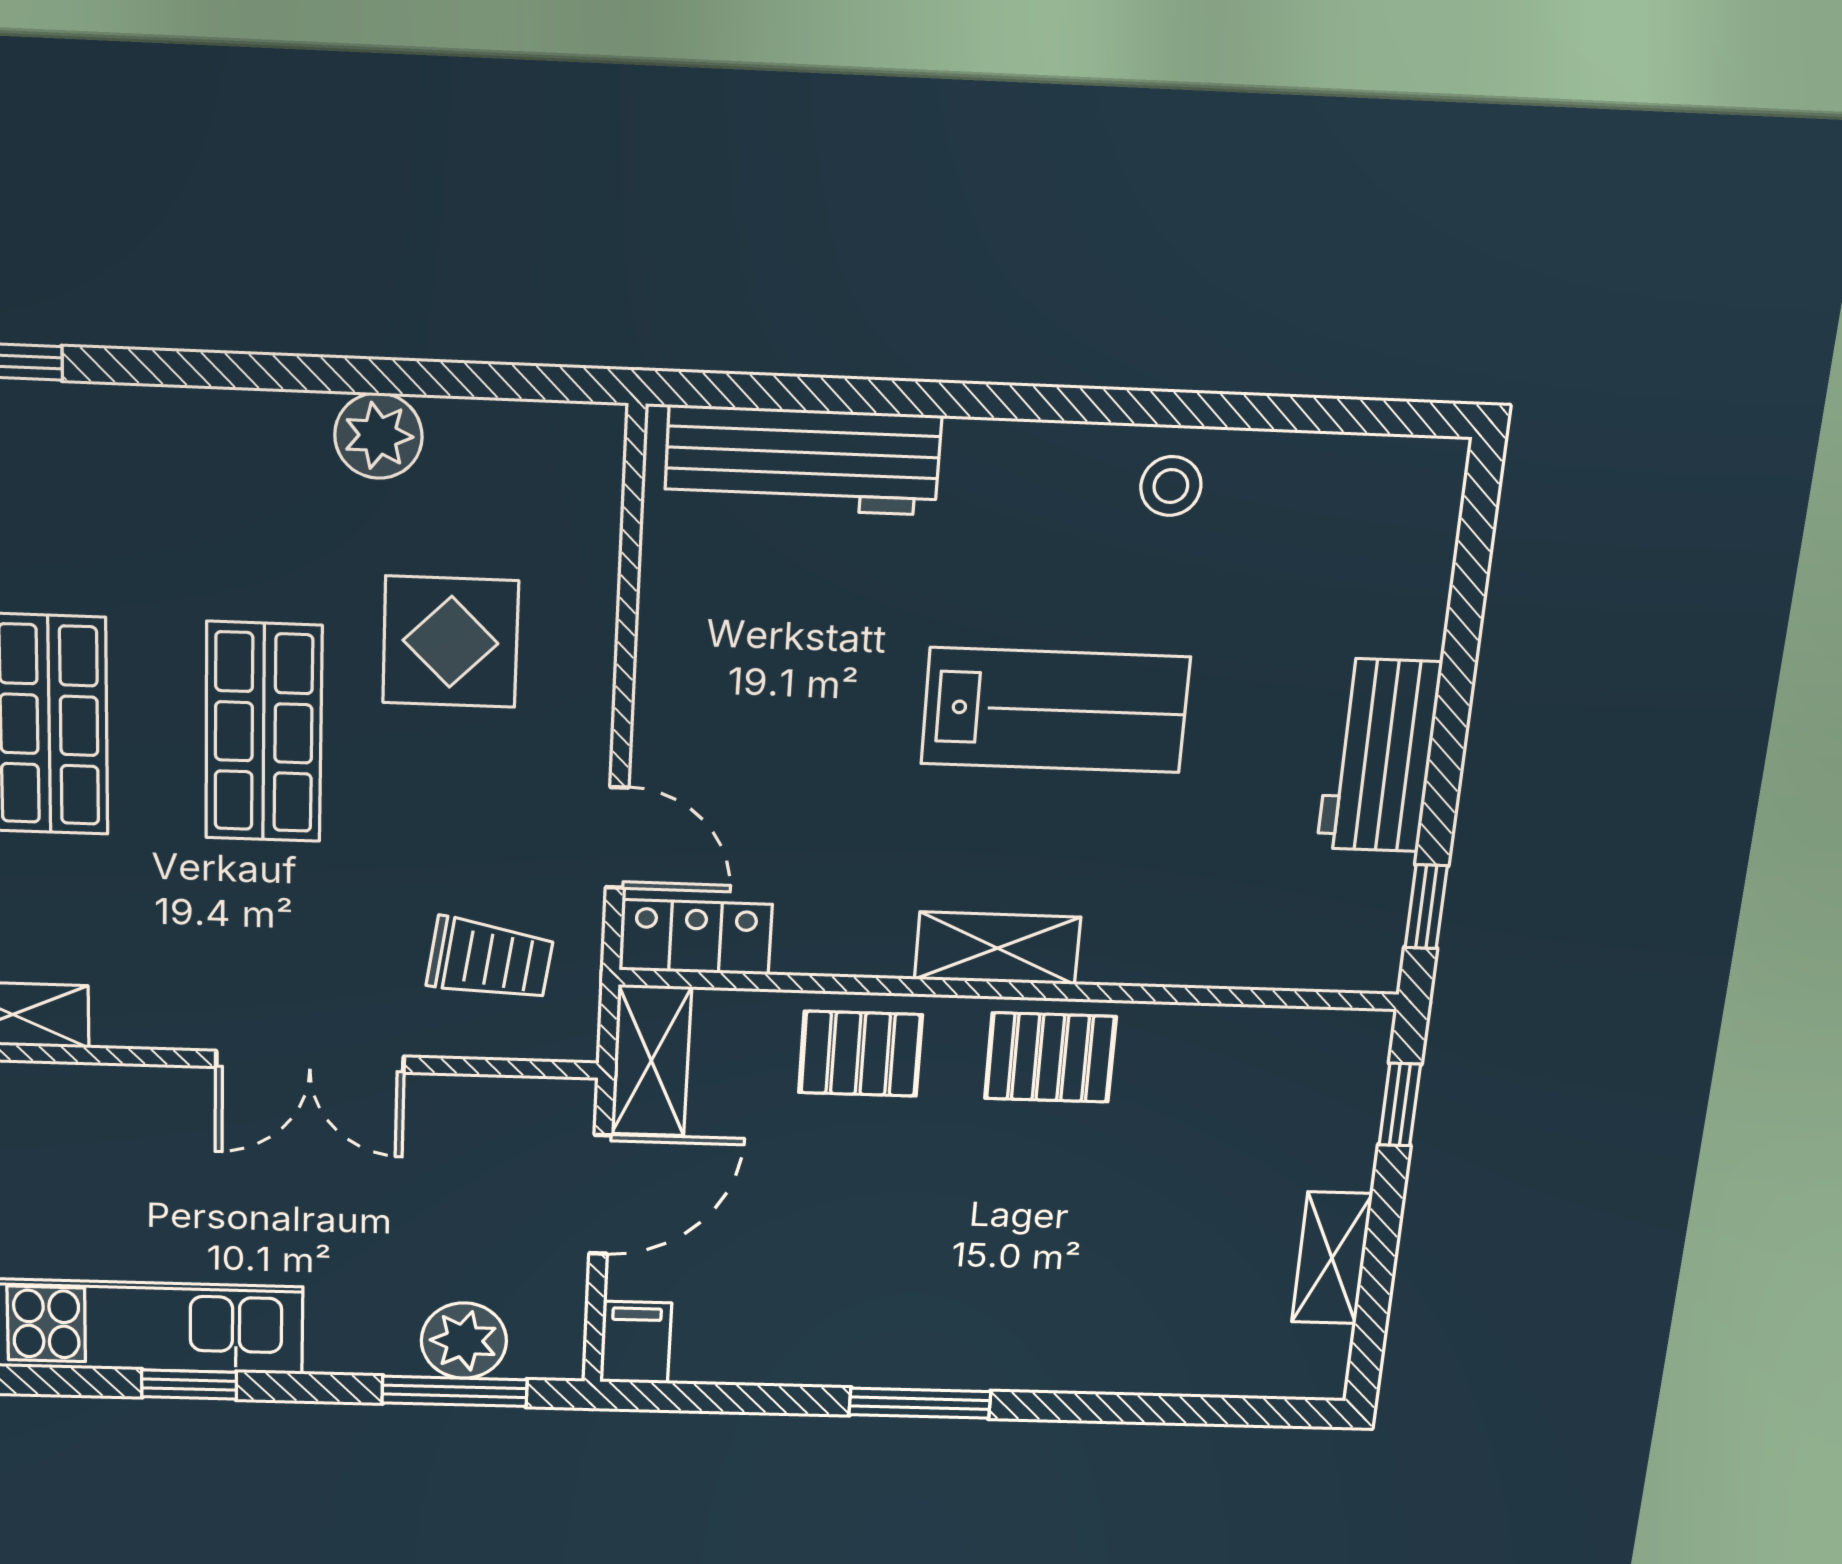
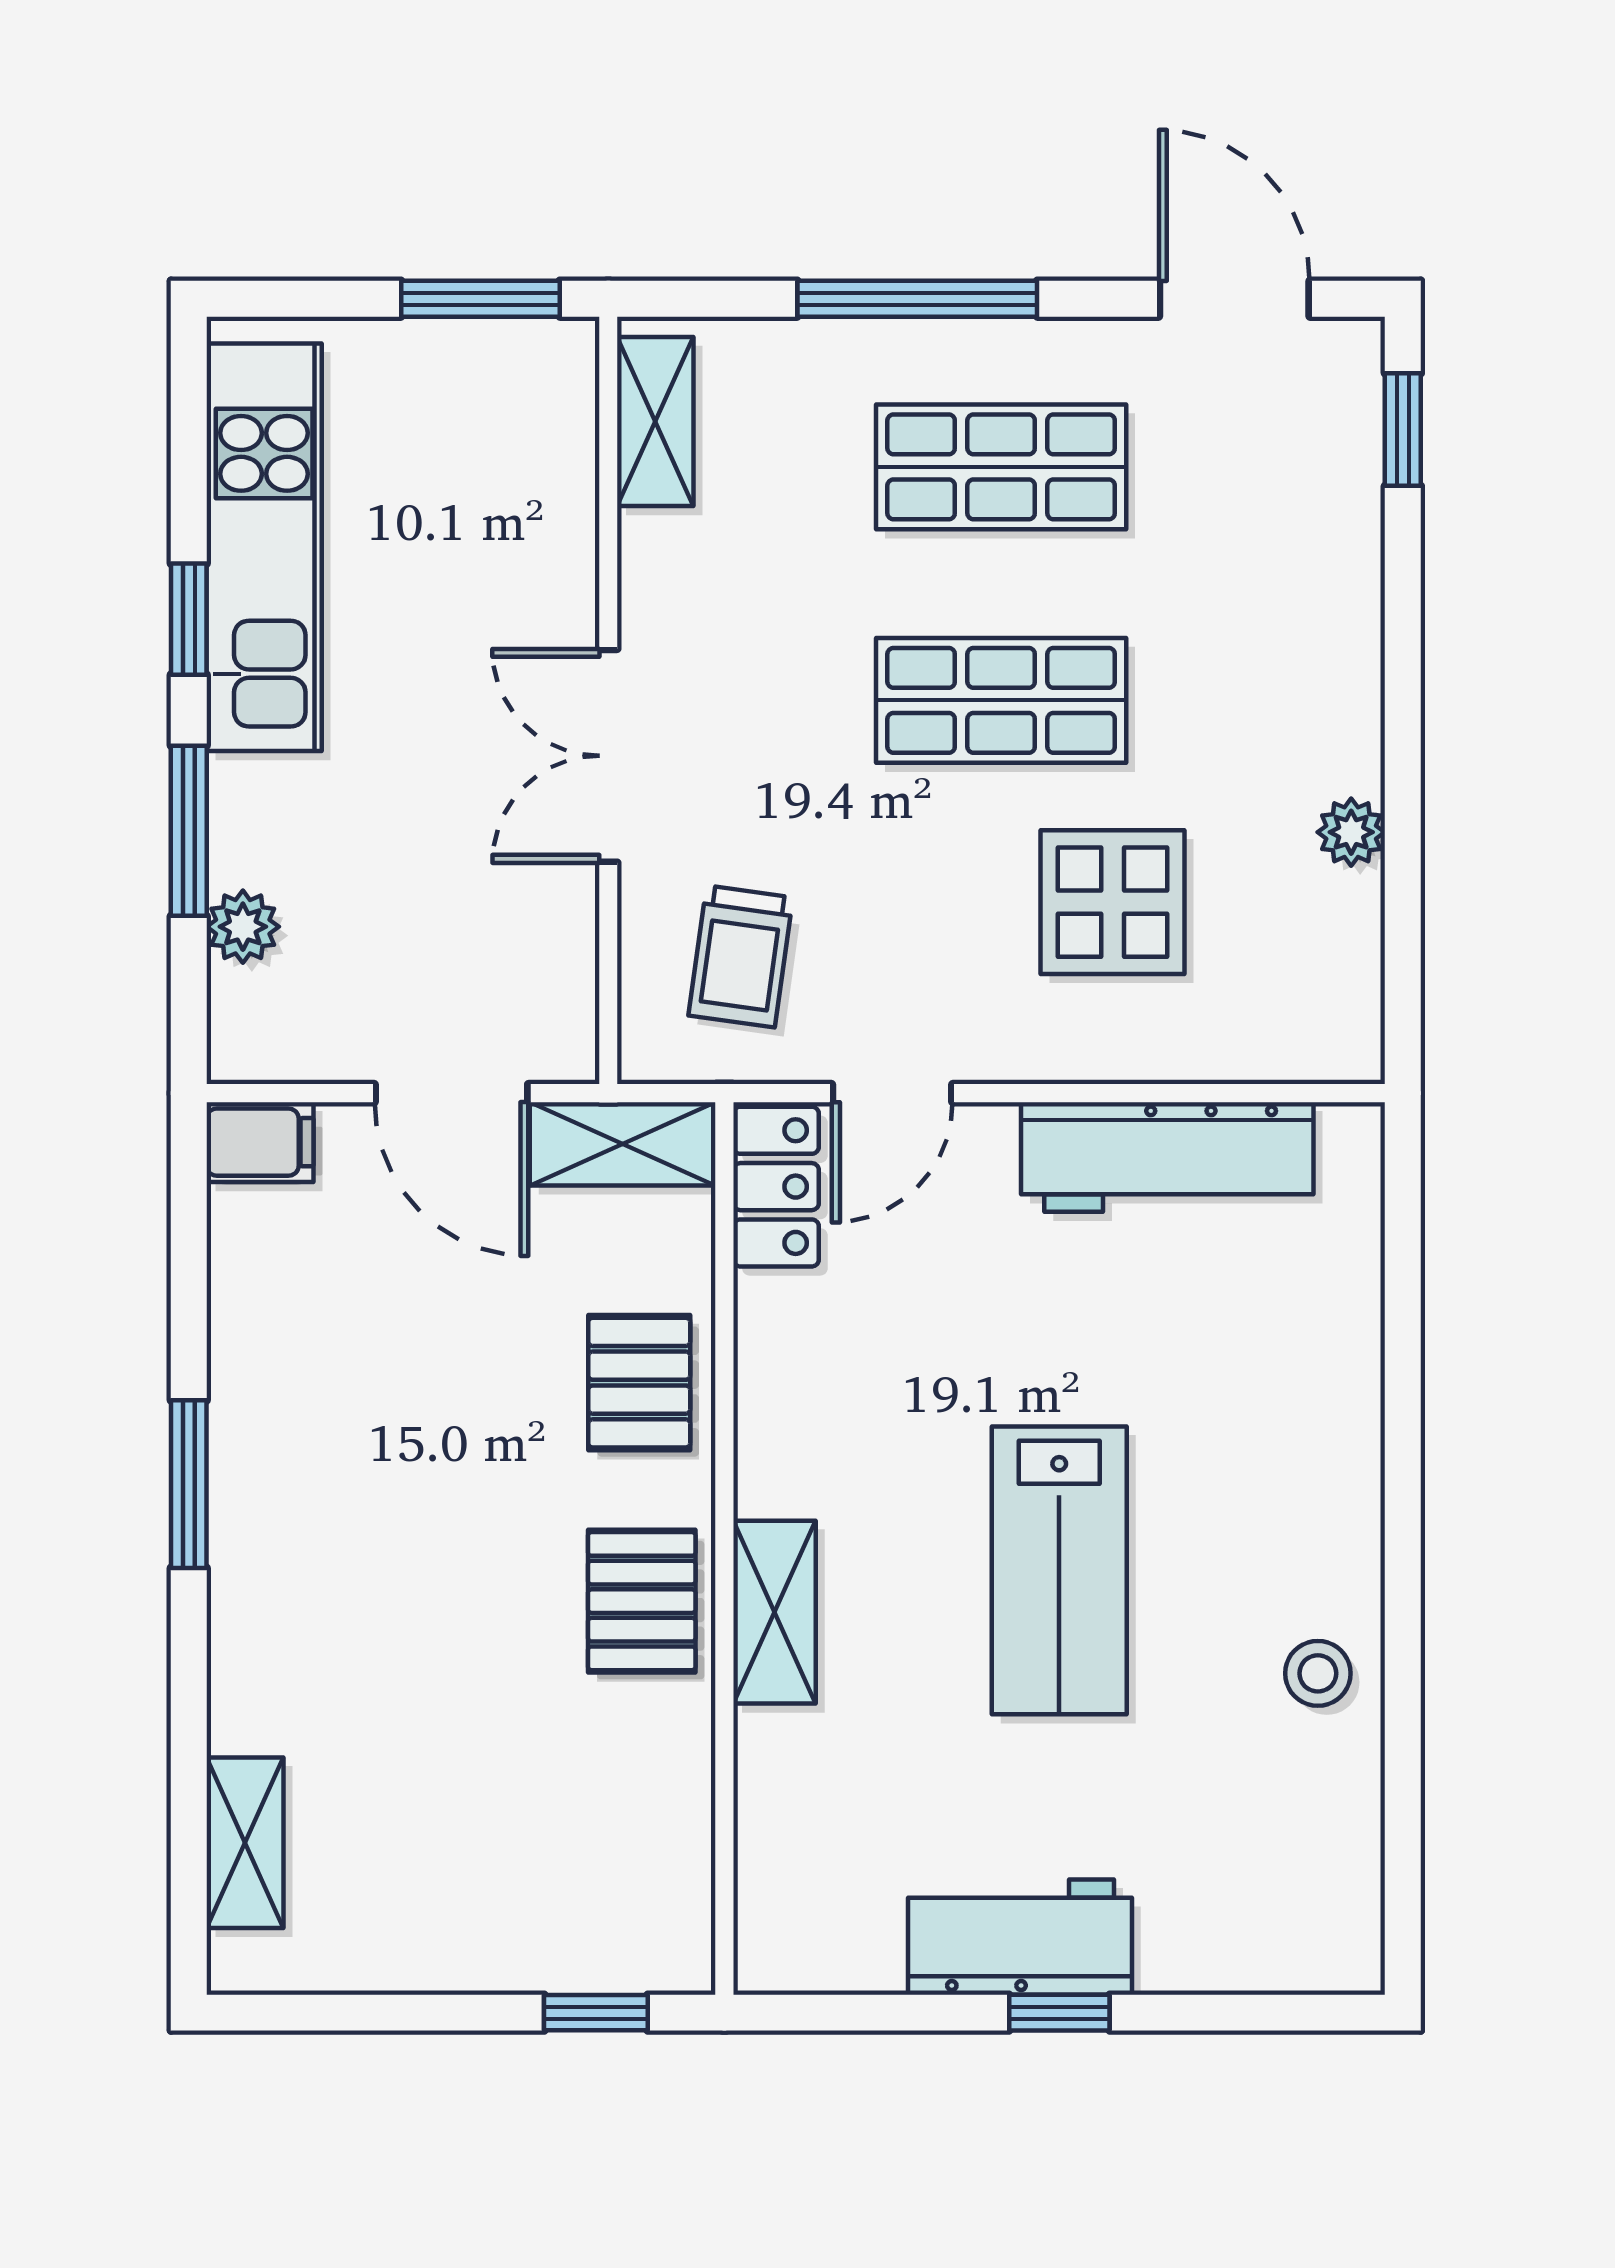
plant: (378, 436) -> (1351, 832), width x0.73, depth x0.73
workbench: (803, 460) -> (1167, 1157), moved, turned -90
window: (1426, 907) -> (1059, 2013), moved
shelving: (998, 948) -> (774, 1612), moved
shelving: (1332, 1258) -> (245, 1843), moved, turned 90
plant: (464, 1341) -> (243, 927), width x0.73, depth x0.73
window: (454, 1391) -> (189, 831), moved

